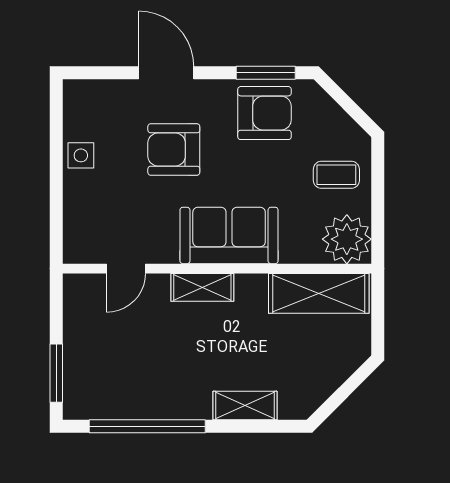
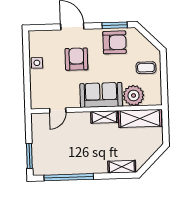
armchair: (174, 149) -> (76, 59), turned 90
plant: (347, 239) -> (134, 96), moved
shelving: (202, 287) -> (104, 117), moved
shelving: (245, 405) -> (122, 167), moved

